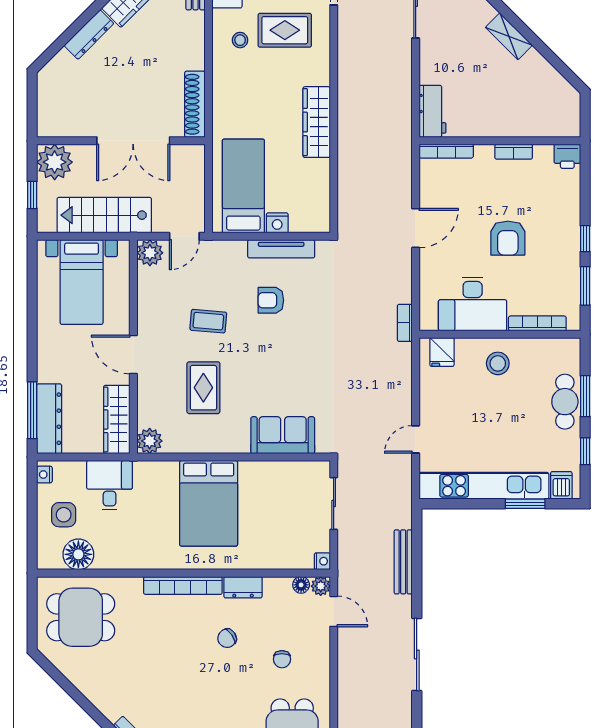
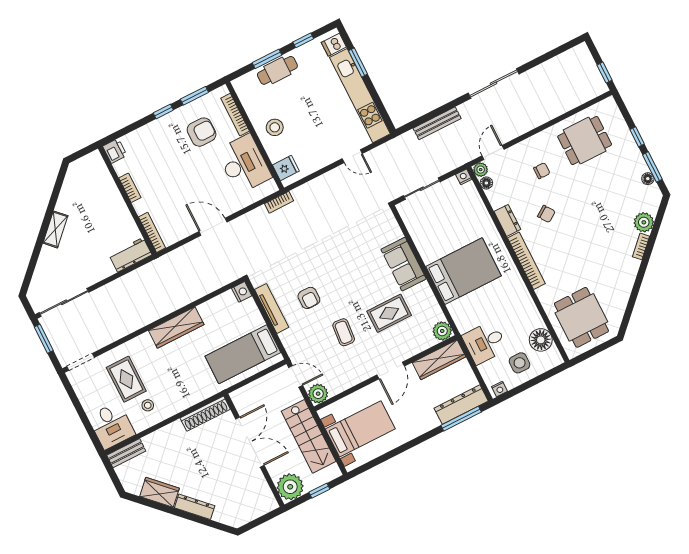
nightstand: (277, 223) -> (242, 292), moved
armchair: (508, 238) -> (202, 132), moved
sofa: (283, 435) -> (404, 264), moved

